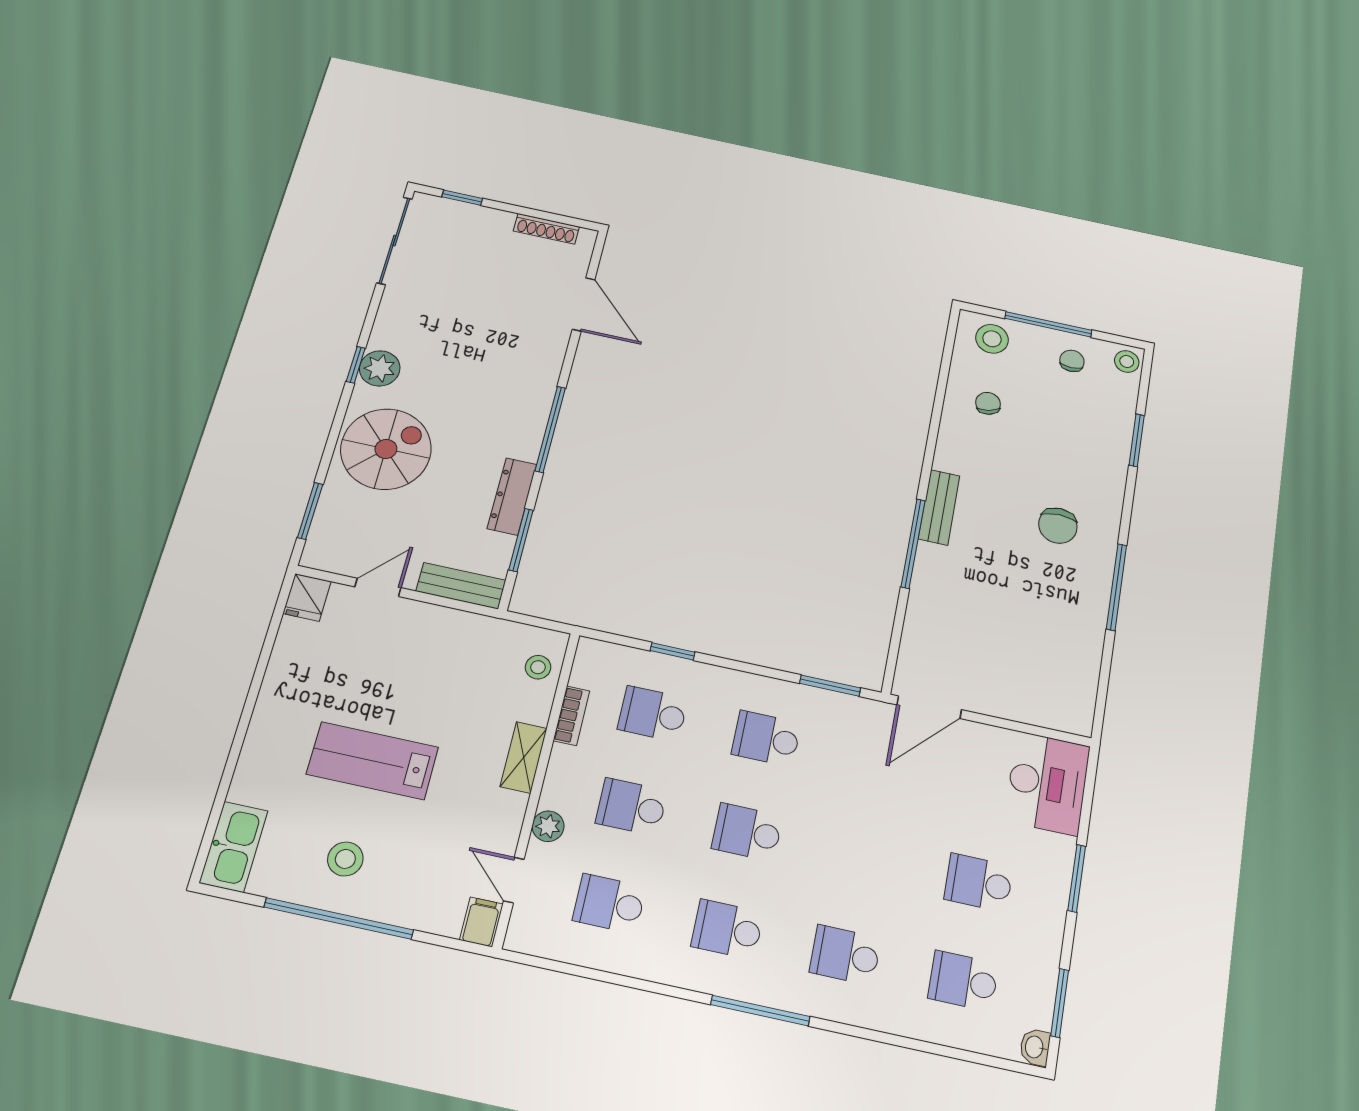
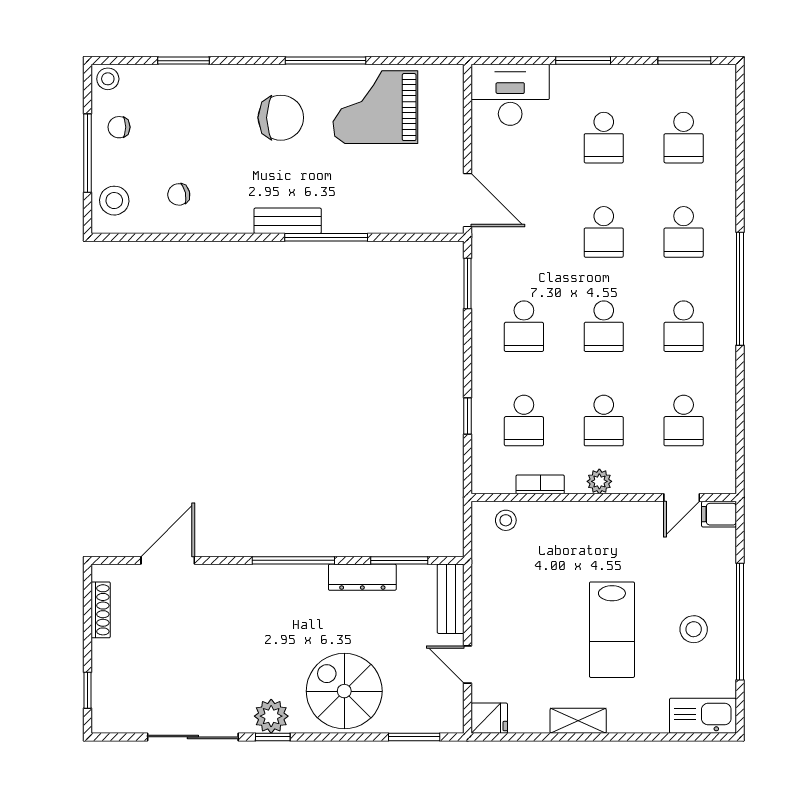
sliding door: (394, 241) -> (193, 737), moved
chair: (1058, 526) -> (281, 118), width x1.37, depth x1.37
grand piano: (1055, 629) -> (375, 107), added
shelving: (524, 757) -> (578, 721), moved
plant: (548, 826) -> (599, 481), moved
school desk: (863, 857) -> (604, 232), added
window: (760, 1011) -> (740, 289), width x1.46
washbasin: (1035, 1047) -> (722, 75), removed

